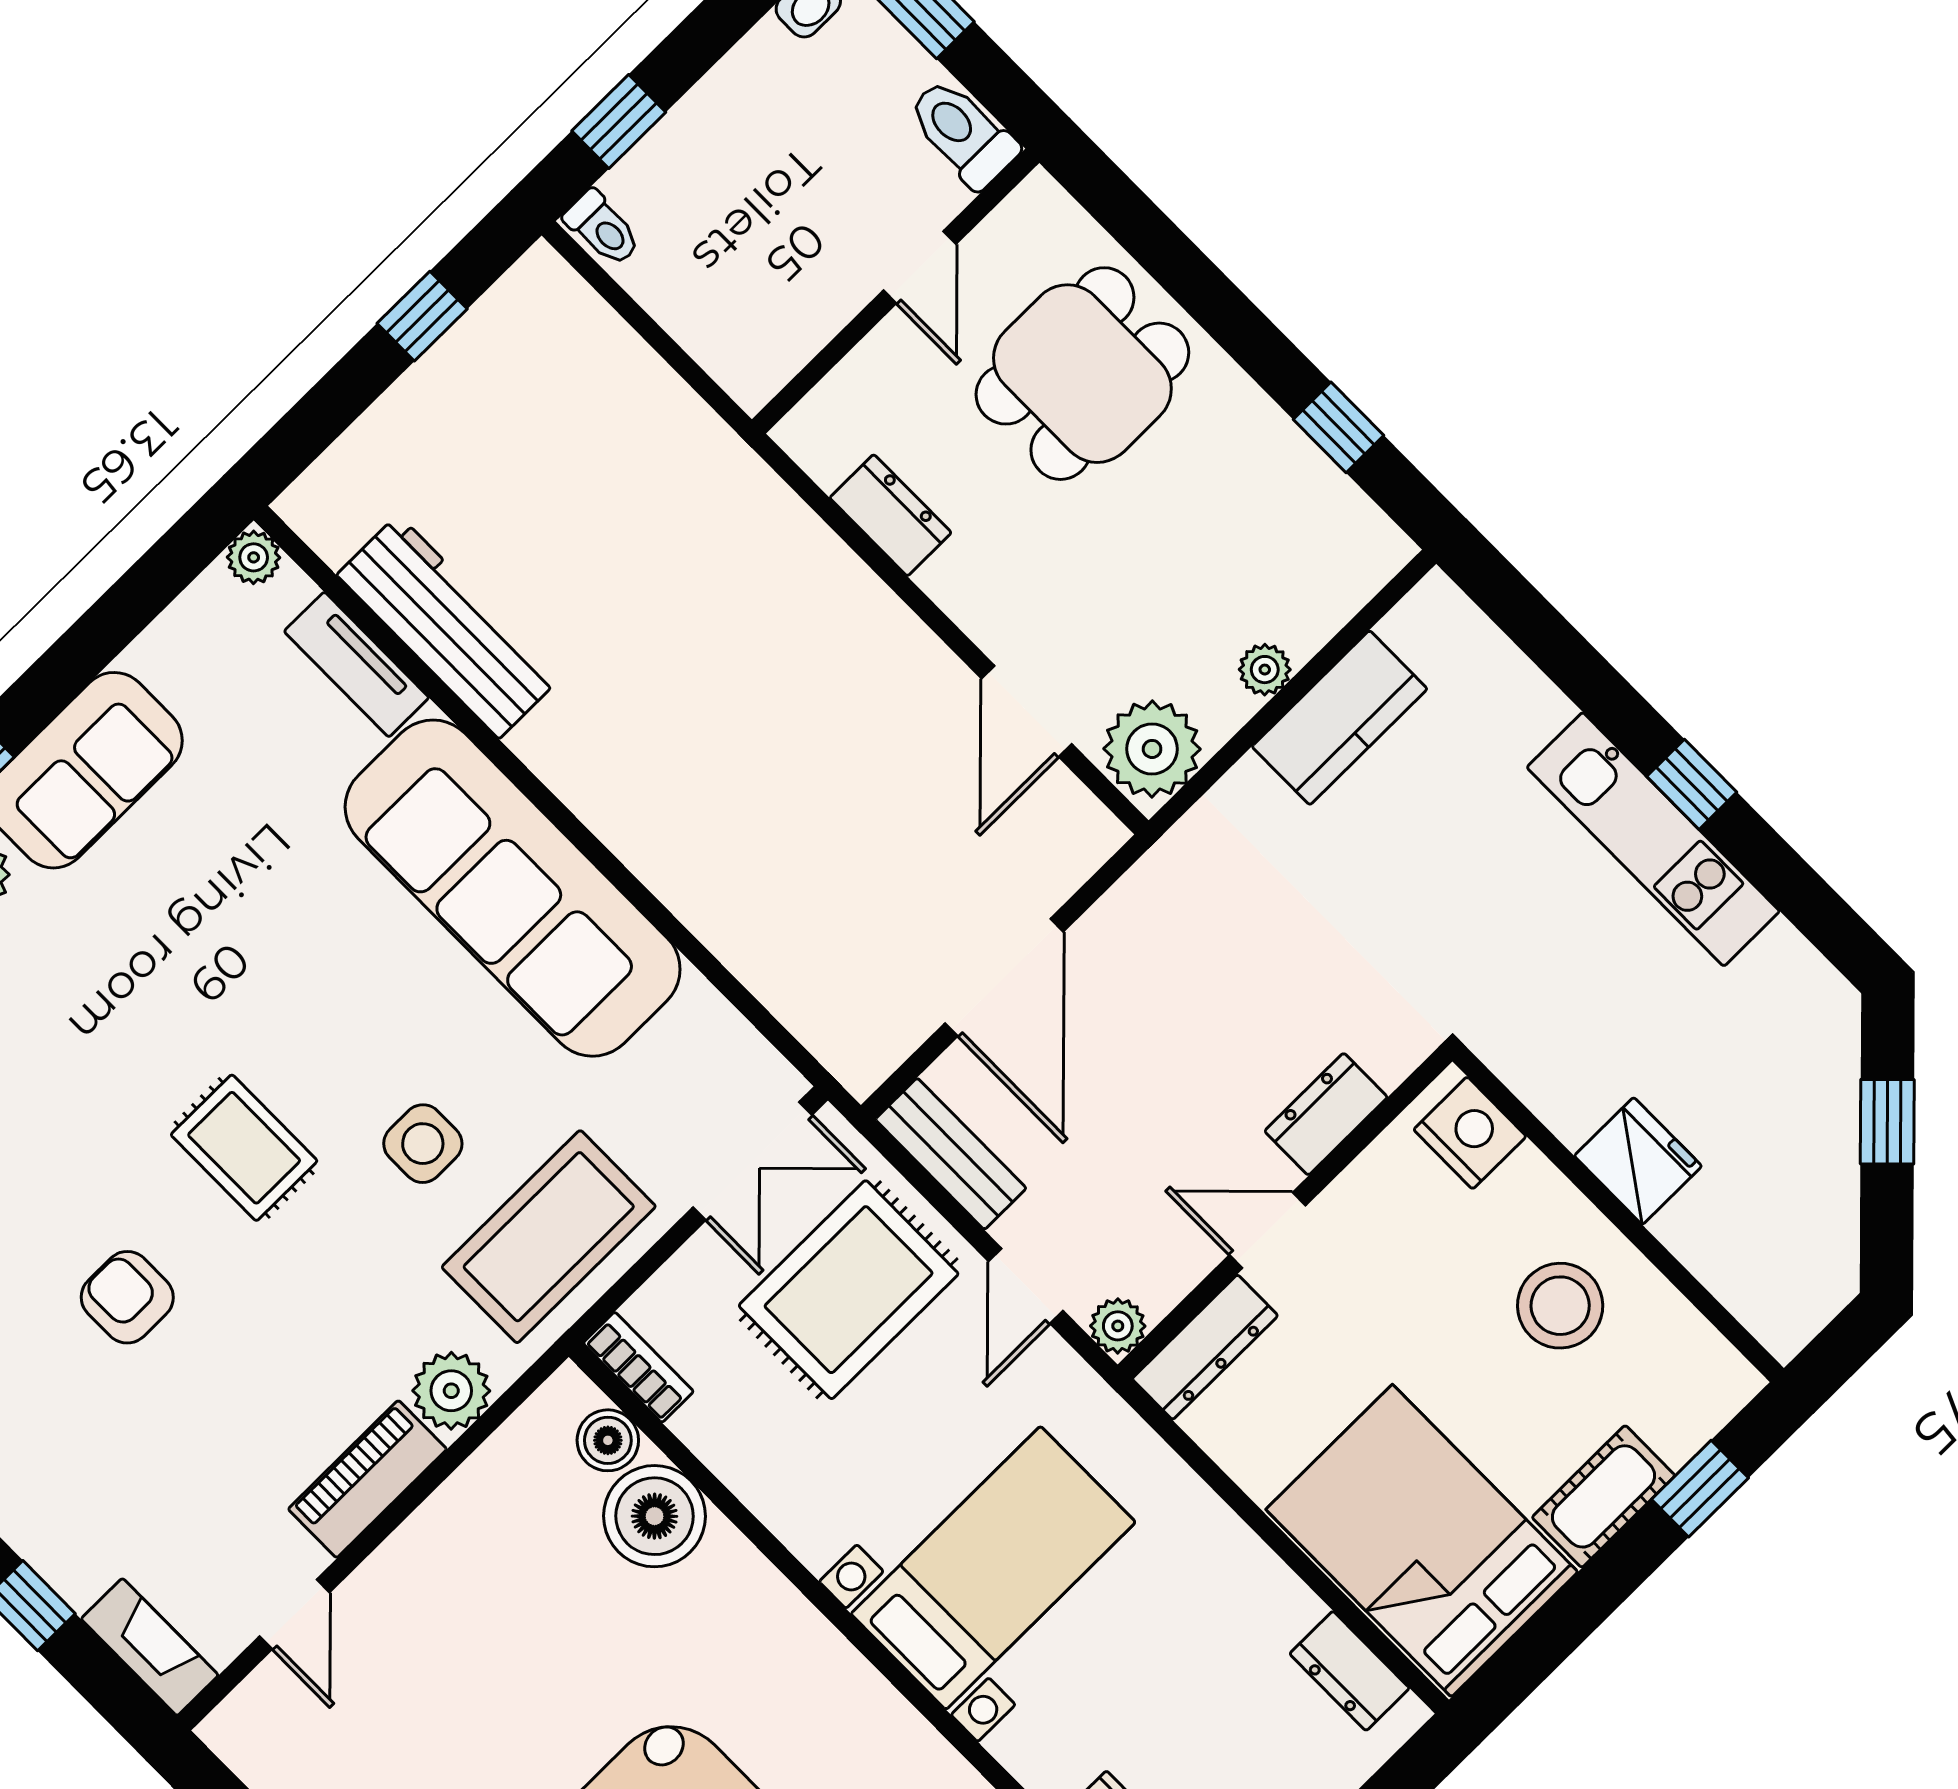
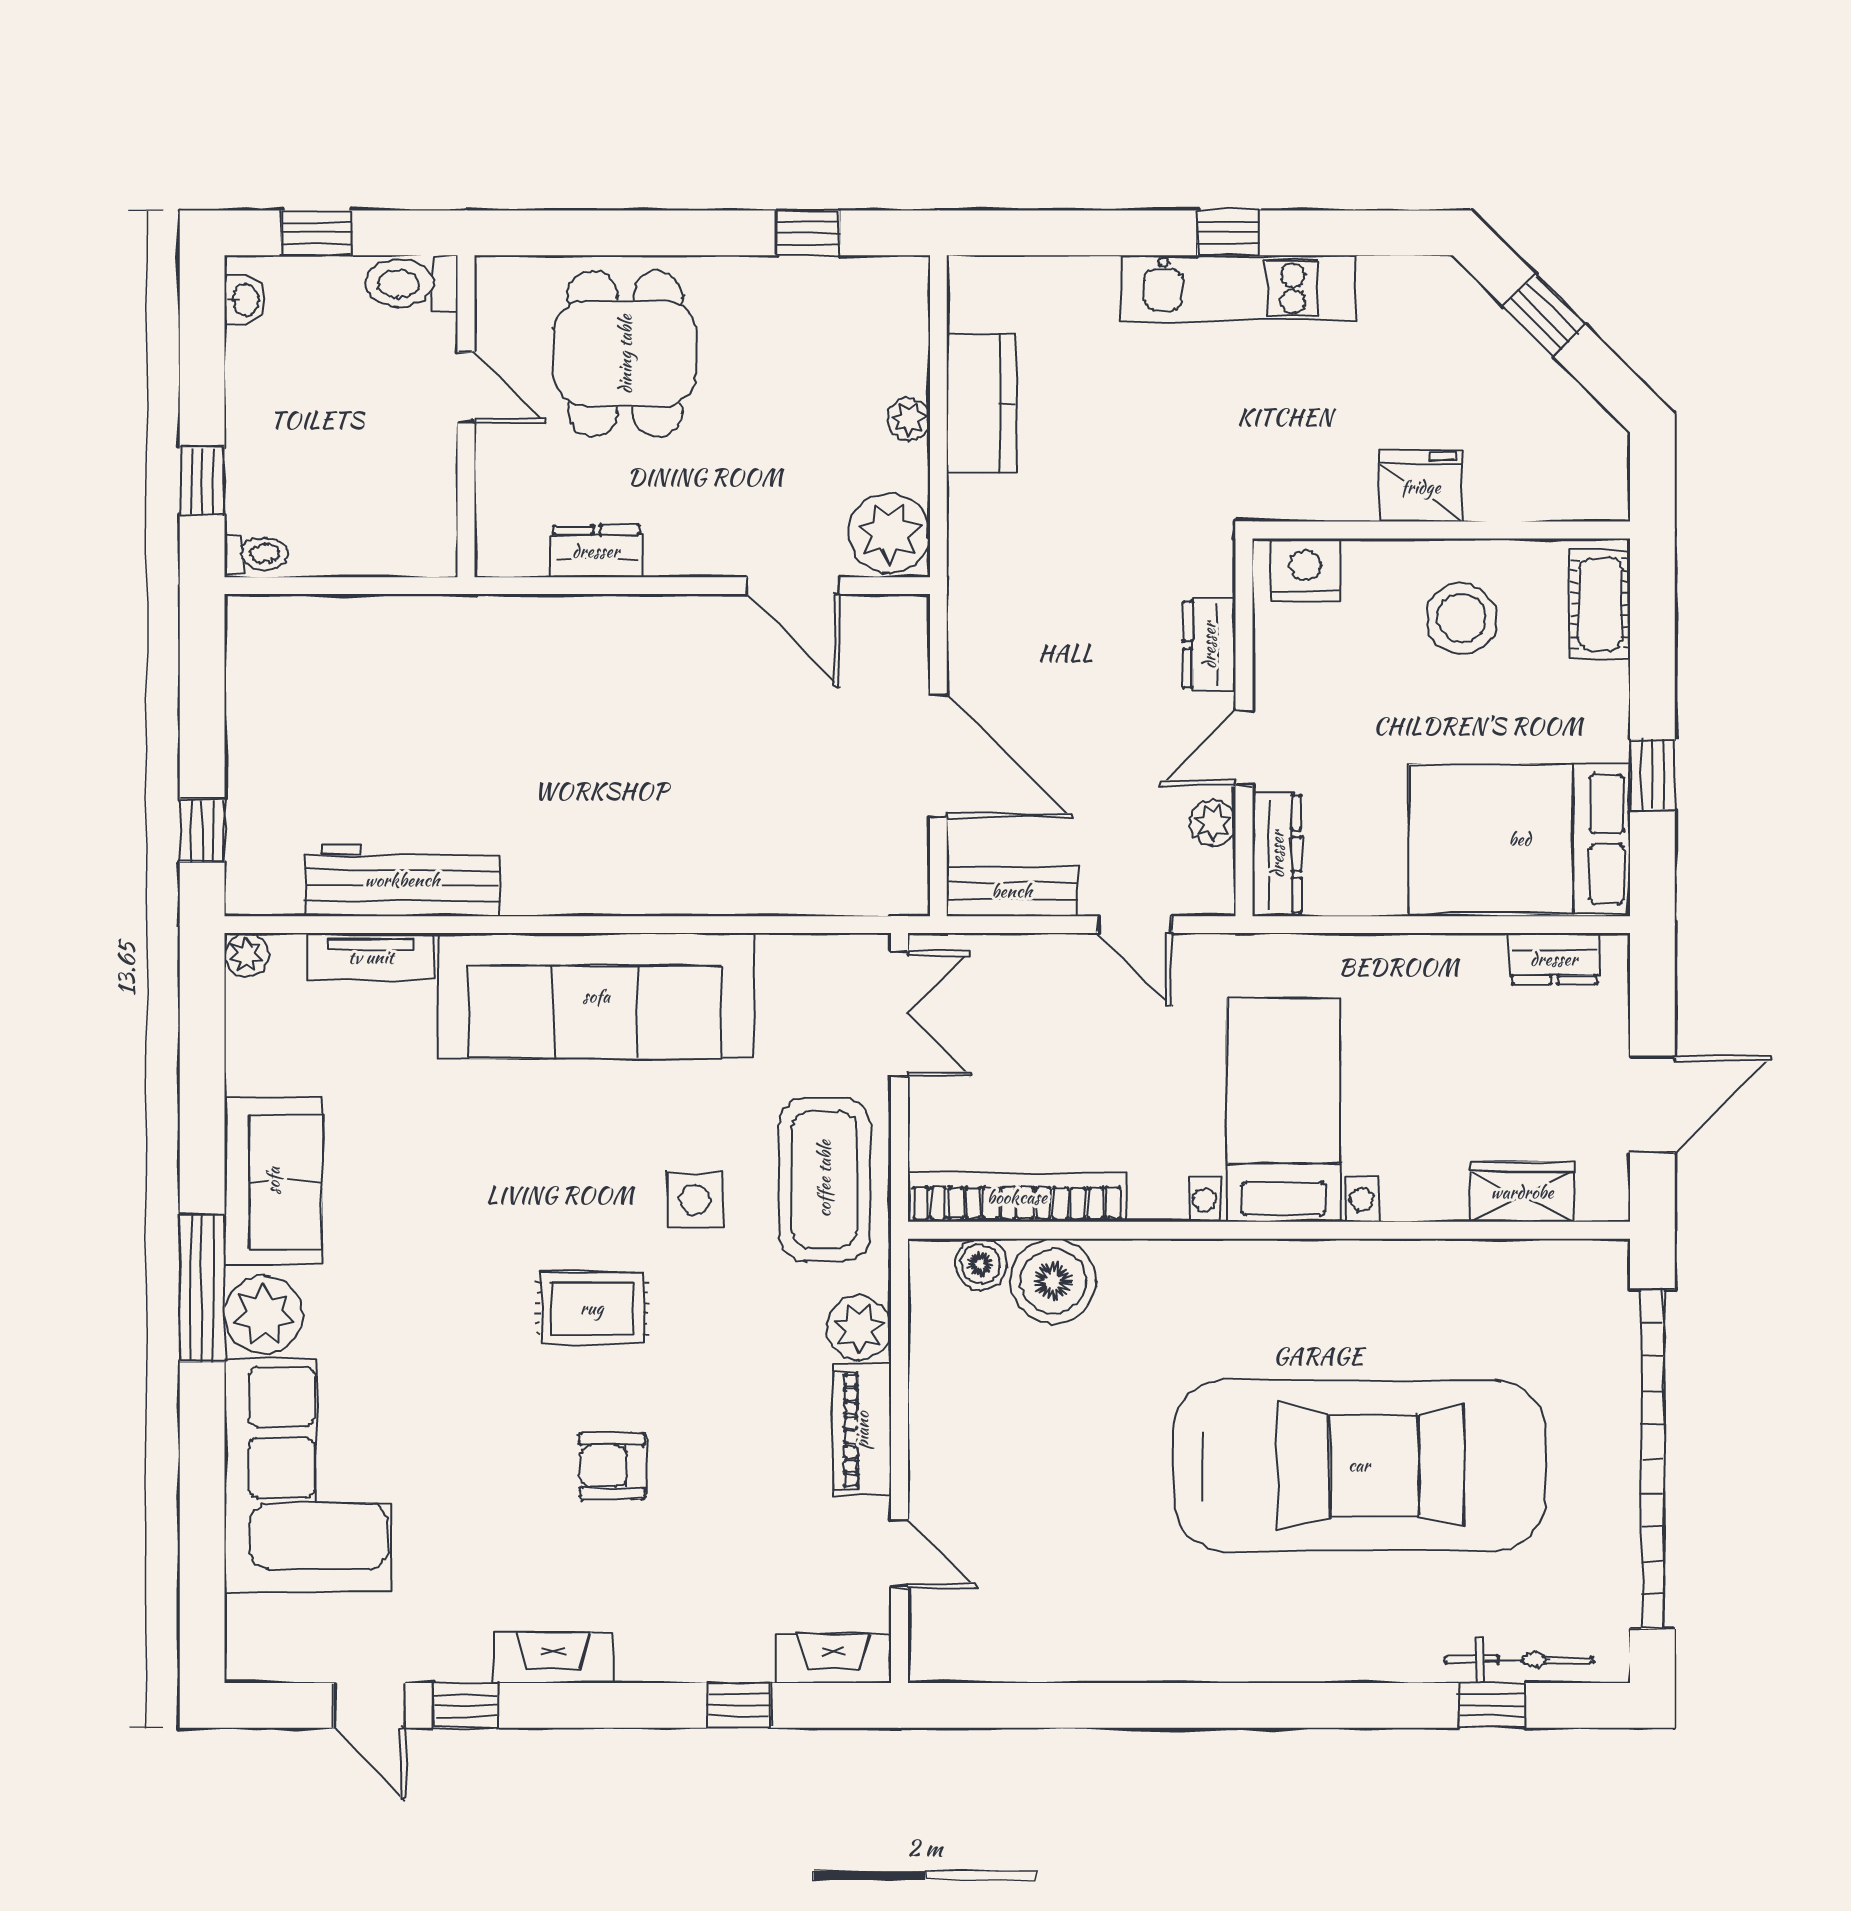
window: (422, 316) -> (202, 831), moved
rug: (849, 1290) -> (1033, 1032), removed
plant: (1118, 1326) -> (1213, 823), moved
bookcase: (638, 1367) -> (1017, 1197), width x2.31, depth x1.31
window: (1700, 1489) -> (1652, 775), moved
cot: (1604, 1496) -> (1600, 604), moved

